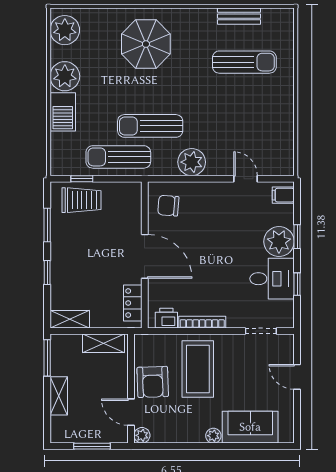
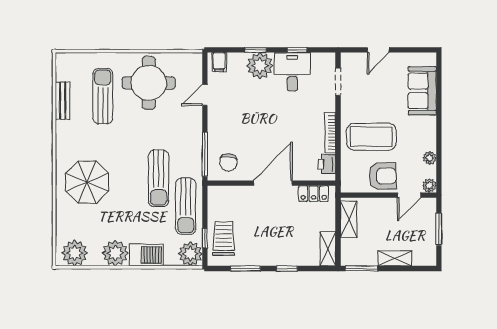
round table: (259, 115) -> (149, 83), added
plant: (192, 162) -> (190, 254), moved
window: (178, 179) -> (205, 154), added
plant: (213, 436) -> (430, 158), moved

